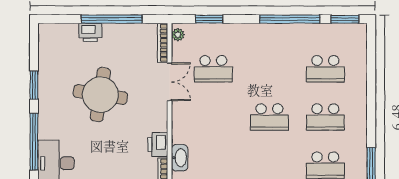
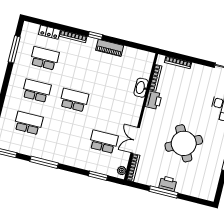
window: (112, 19) -> (164, 192), width x0.68
window: (290, 19) -> (44, 162), width x0.68
printer: (90, 32) -> (168, 184), moved
round table: (100, 95) -> (184, 143), turned -36

